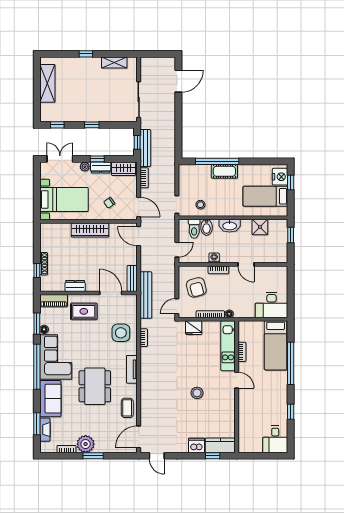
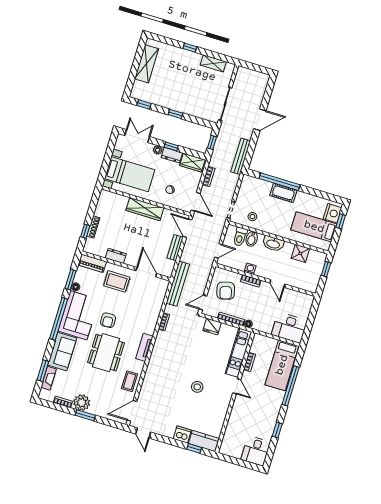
door: (178, 81) -> (260, 120), moved
bench: (145, 148) -> (241, 156), moved
bench: (132, 278) -> (175, 248), moved
side table: (121, 333) -> (145, 311), removed
armchair: (87, 353) -> (108, 320), added

